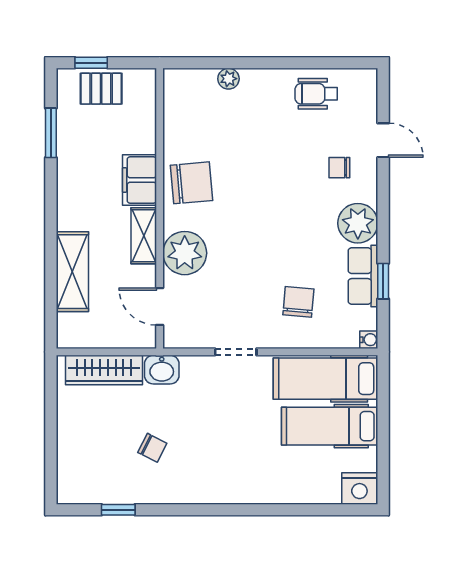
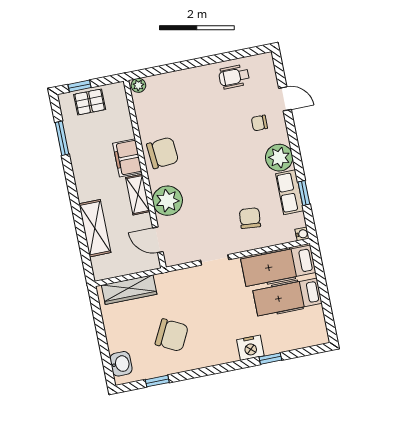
plant: (228, 79) -> (138, 85), moved
washbasin: (162, 370) -> (121, 364), moved, turned -90
chair: (152, 448) -> (172, 335), width x1.87, depth x1.87
nightstand: (359, 489) -> (250, 348), moved
window: (287, 510) -> (270, 359), added

